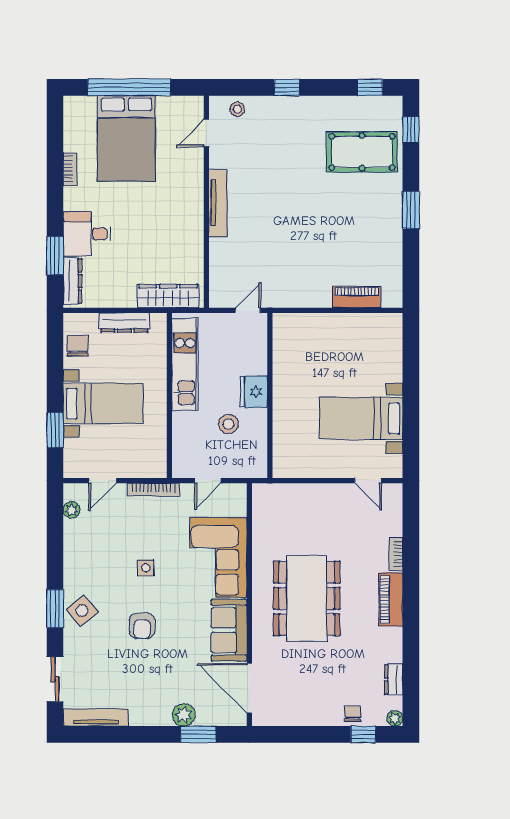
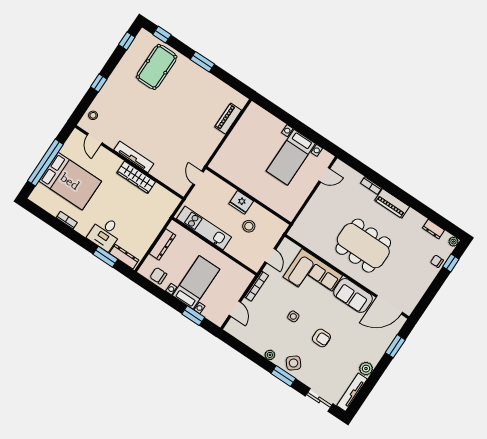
wardrobe: (168, 296) -> (136, 177), moved, turned -90
plant: (72, 510) -> (270, 355), moved
plant: (184, 715) -> (366, 369), moved

